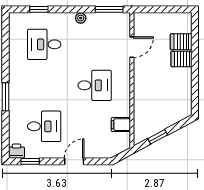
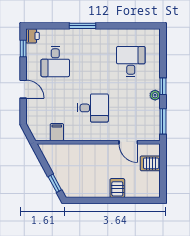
window: (39, 9) -> (163, 86), moved
server rack: (181, 42) -> (150, 163), moved, turned -90
desk: (95, 85) -> (93, 108), turned -90
window: (158, 137) -> (55, 183), moved

